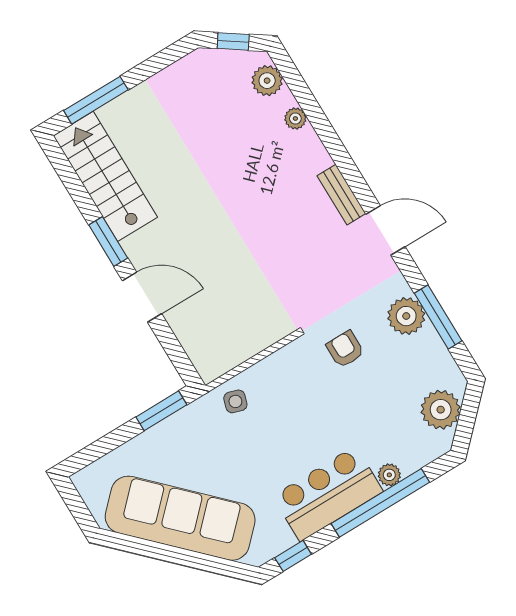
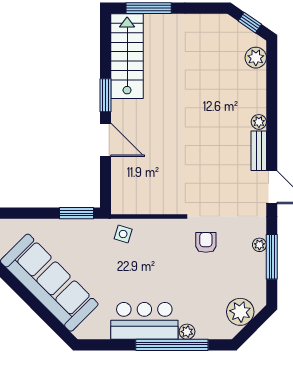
plant: (295, 118) -> (259, 122), moved
plant: (406, 316) -> (259, 245), width x0.53, depth x0.53
window: (293, 556) -> (102, 345), removed

